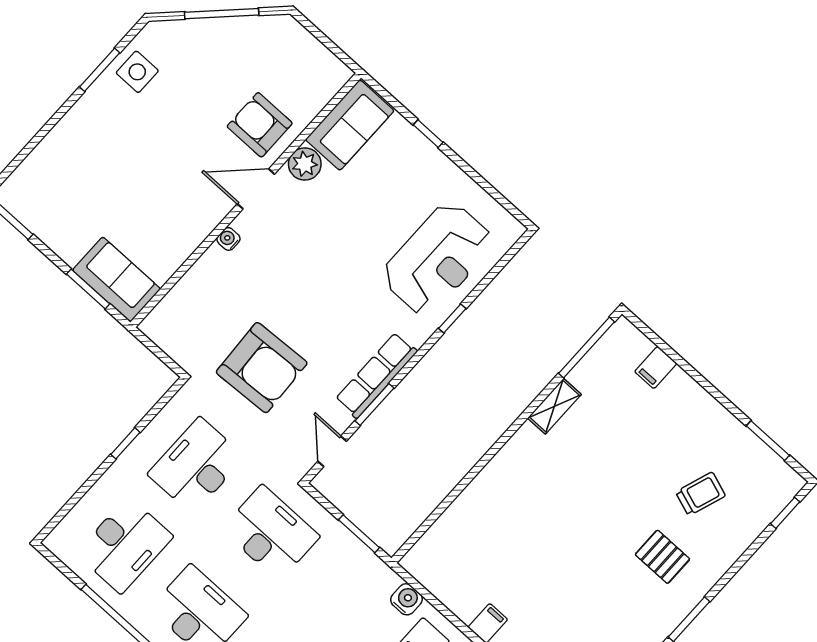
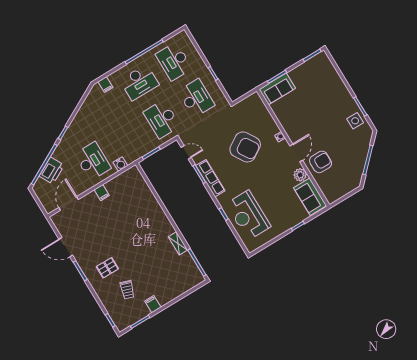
filing cabinet: (656, 367) -> (153, 304), moved
armchair: (262, 368) -> (245, 147), moved, turned -119
desk: (271, 533) -> (162, 119), turned 90

